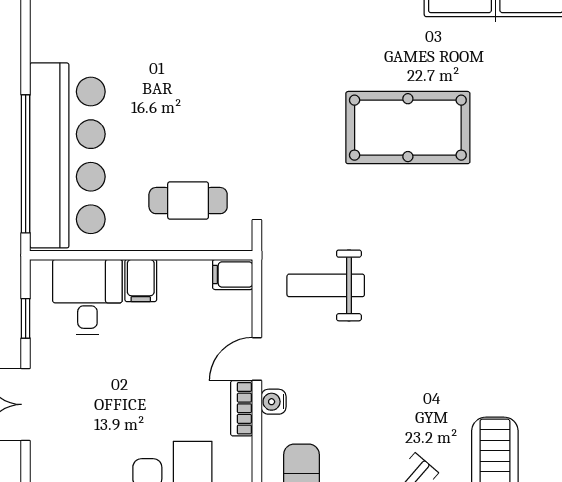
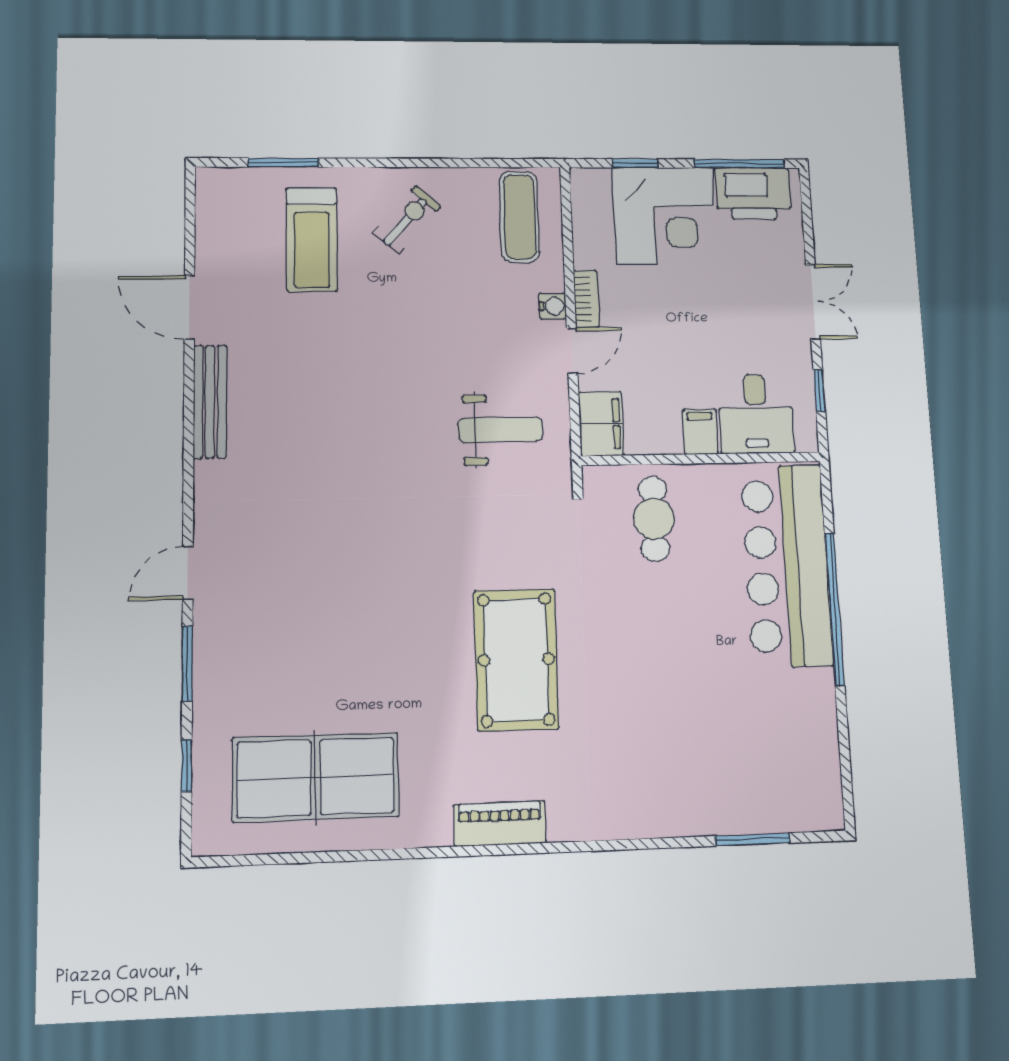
pool table: (408, 128) -> (516, 659), moved, turned 90
window: (26, 164) -> (835, 609), moved
cafe table: (188, 201) -> (654, 519), turned 90
filing cabinet: (233, 274) -> (601, 424), width x2.00

